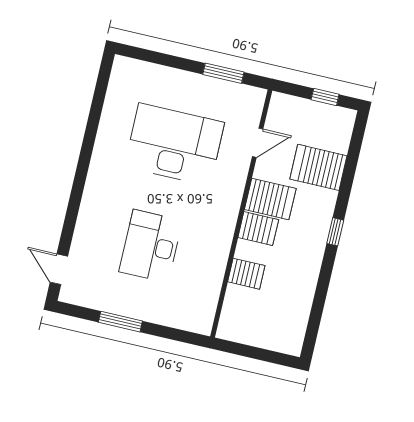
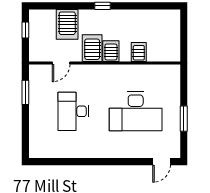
door: (258, 143) -> (61, 63), swing flipped
desk: (174, 144) -> (73, 111), width x0.73, depth x0.77
desk: (151, 246) -> (136, 111), width x1.36, depth x1.30

